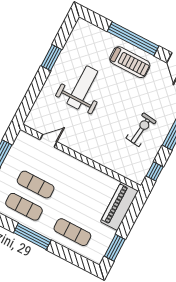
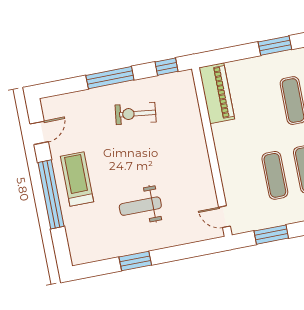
weight bench: (82, 87) -> (140, 206), width x0.73, depth x0.75
door: (48, 141) -> (224, 217), moved
piano: (119, 206) -> (217, 93), moved, turned -90

